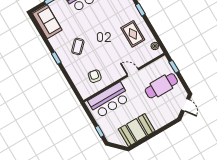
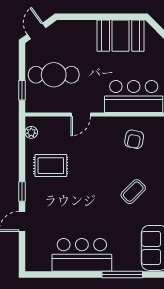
rug: (133, 34) -> (51, 166), turned 90
door: (133, 72) -> (81, 115), hinge flipped

